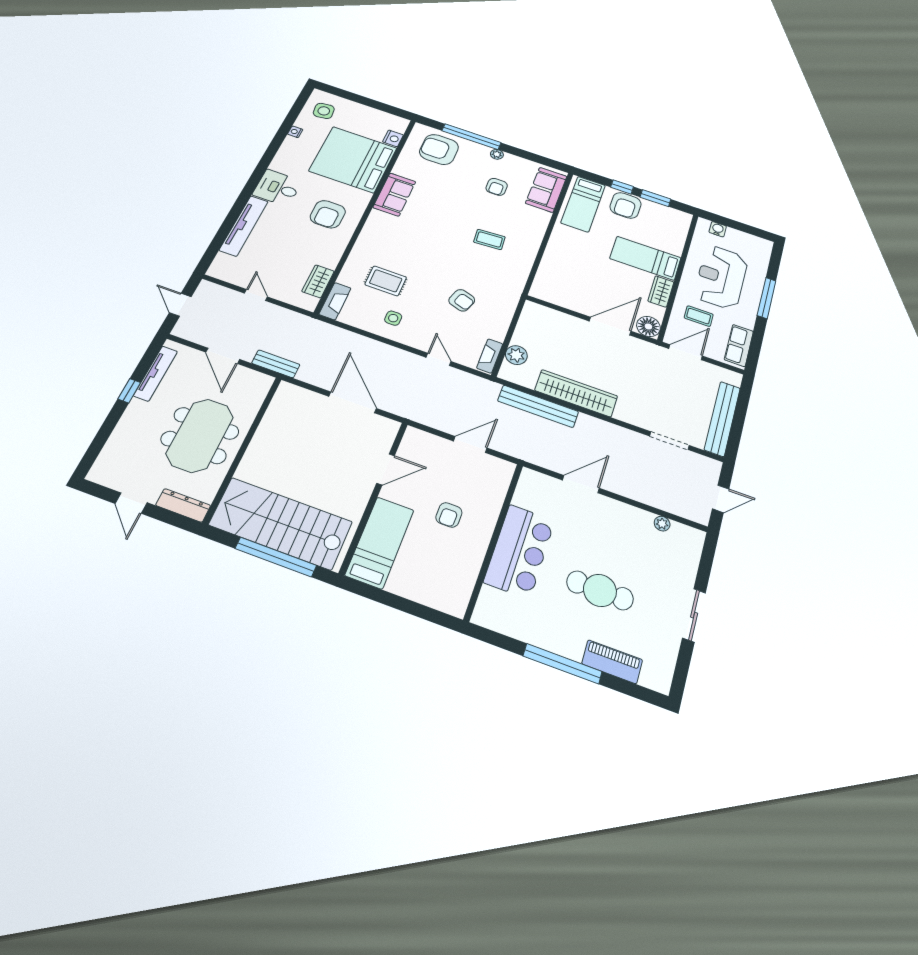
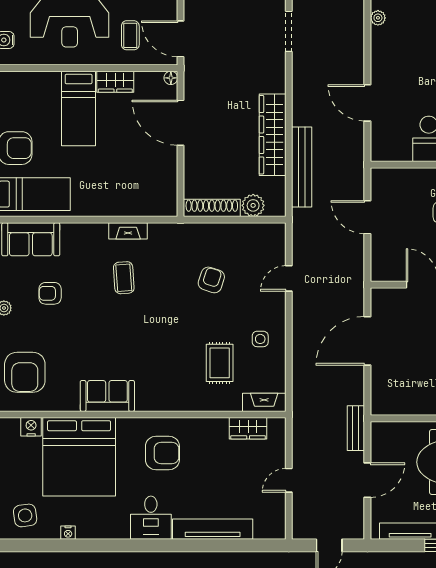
armchair: (497, 187) -> (50, 293), turned 180
shoe rack: (526, 323) -> (212, 208), added
floor lamp: (648, 327) -> (171, 78), width x0.53, depth x0.53
fireplace: (490, 356) -> (128, 231), moved

